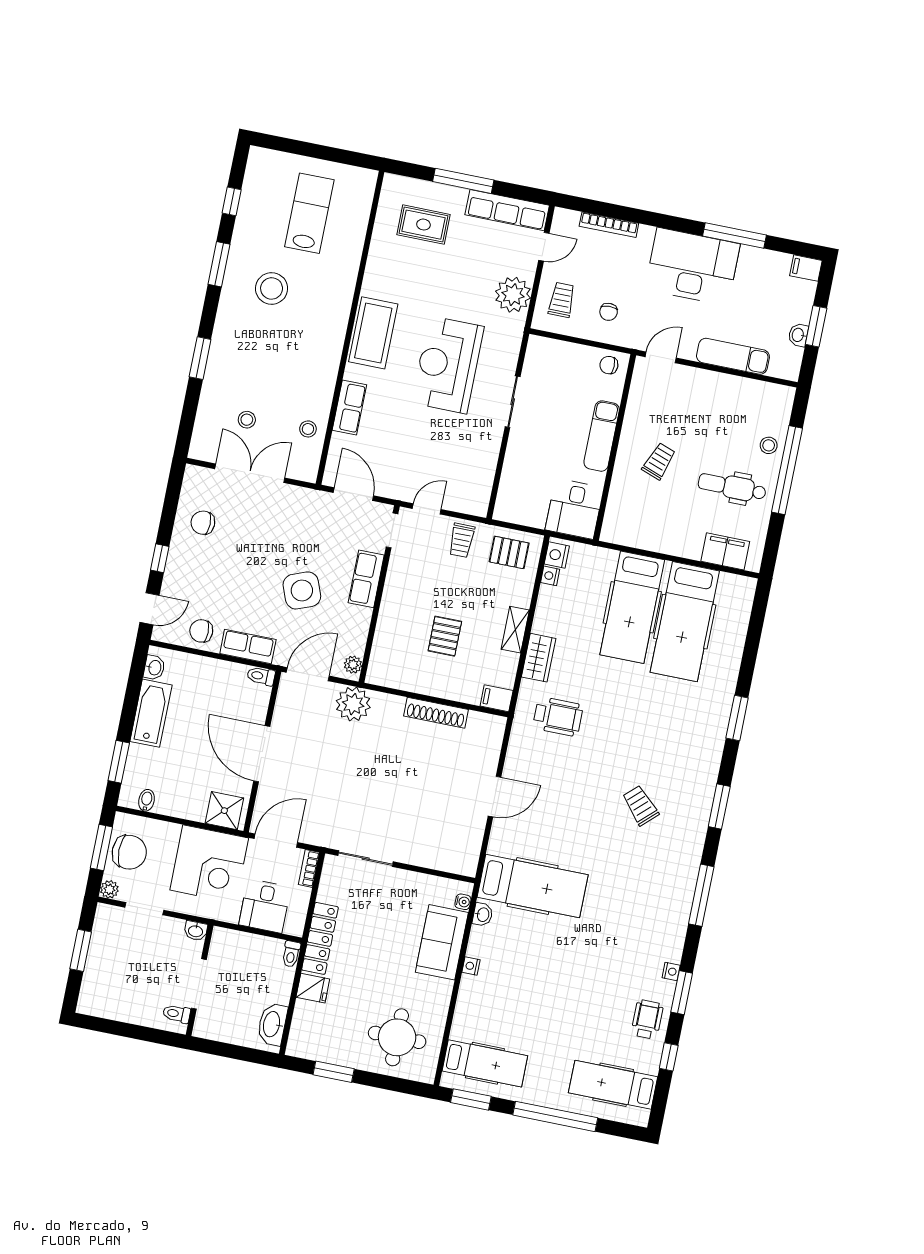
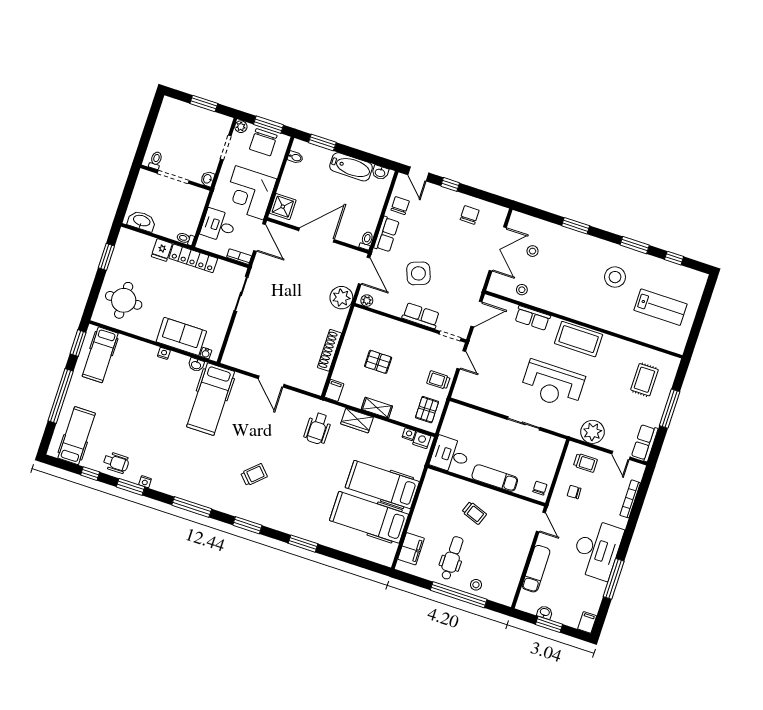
row of seats: (507, 210) -> (645, 443), width x0.68
reception desk: (448, 365) -> (552, 385), turned 180

